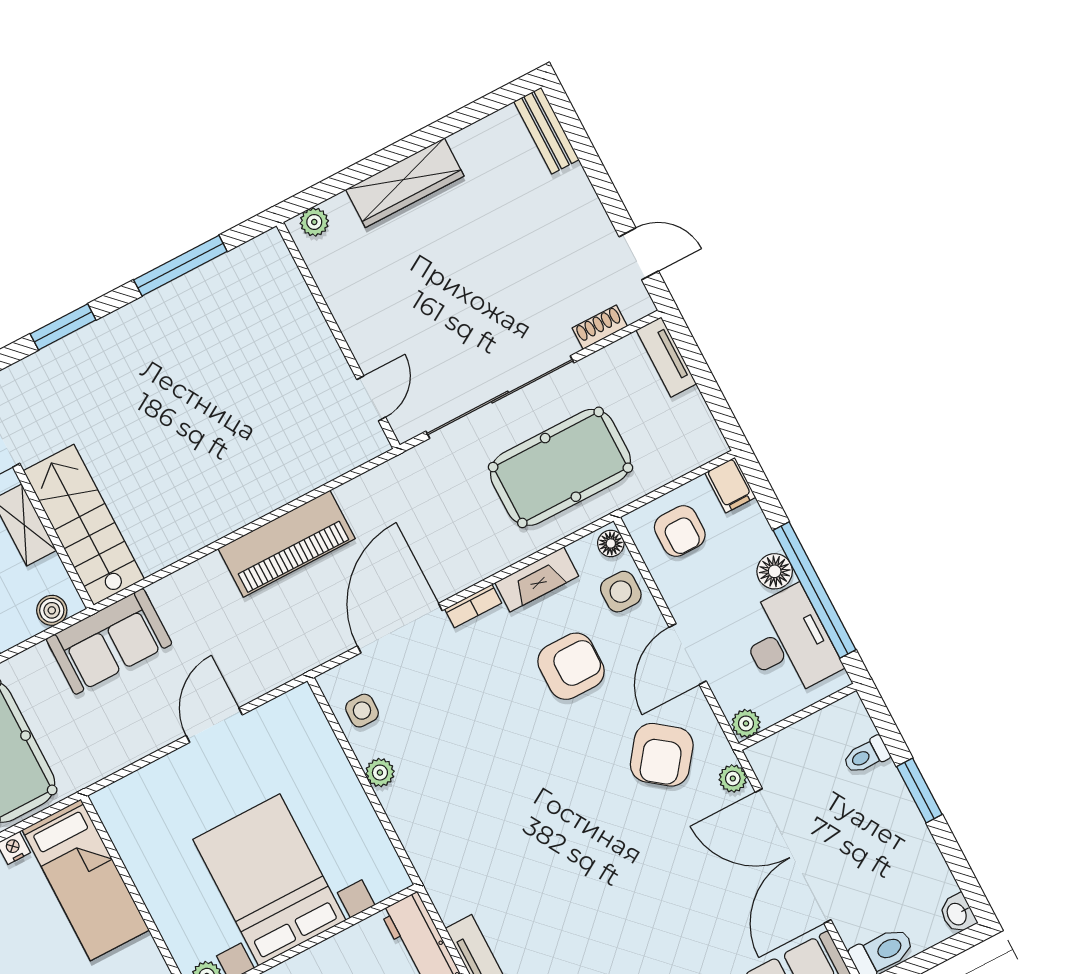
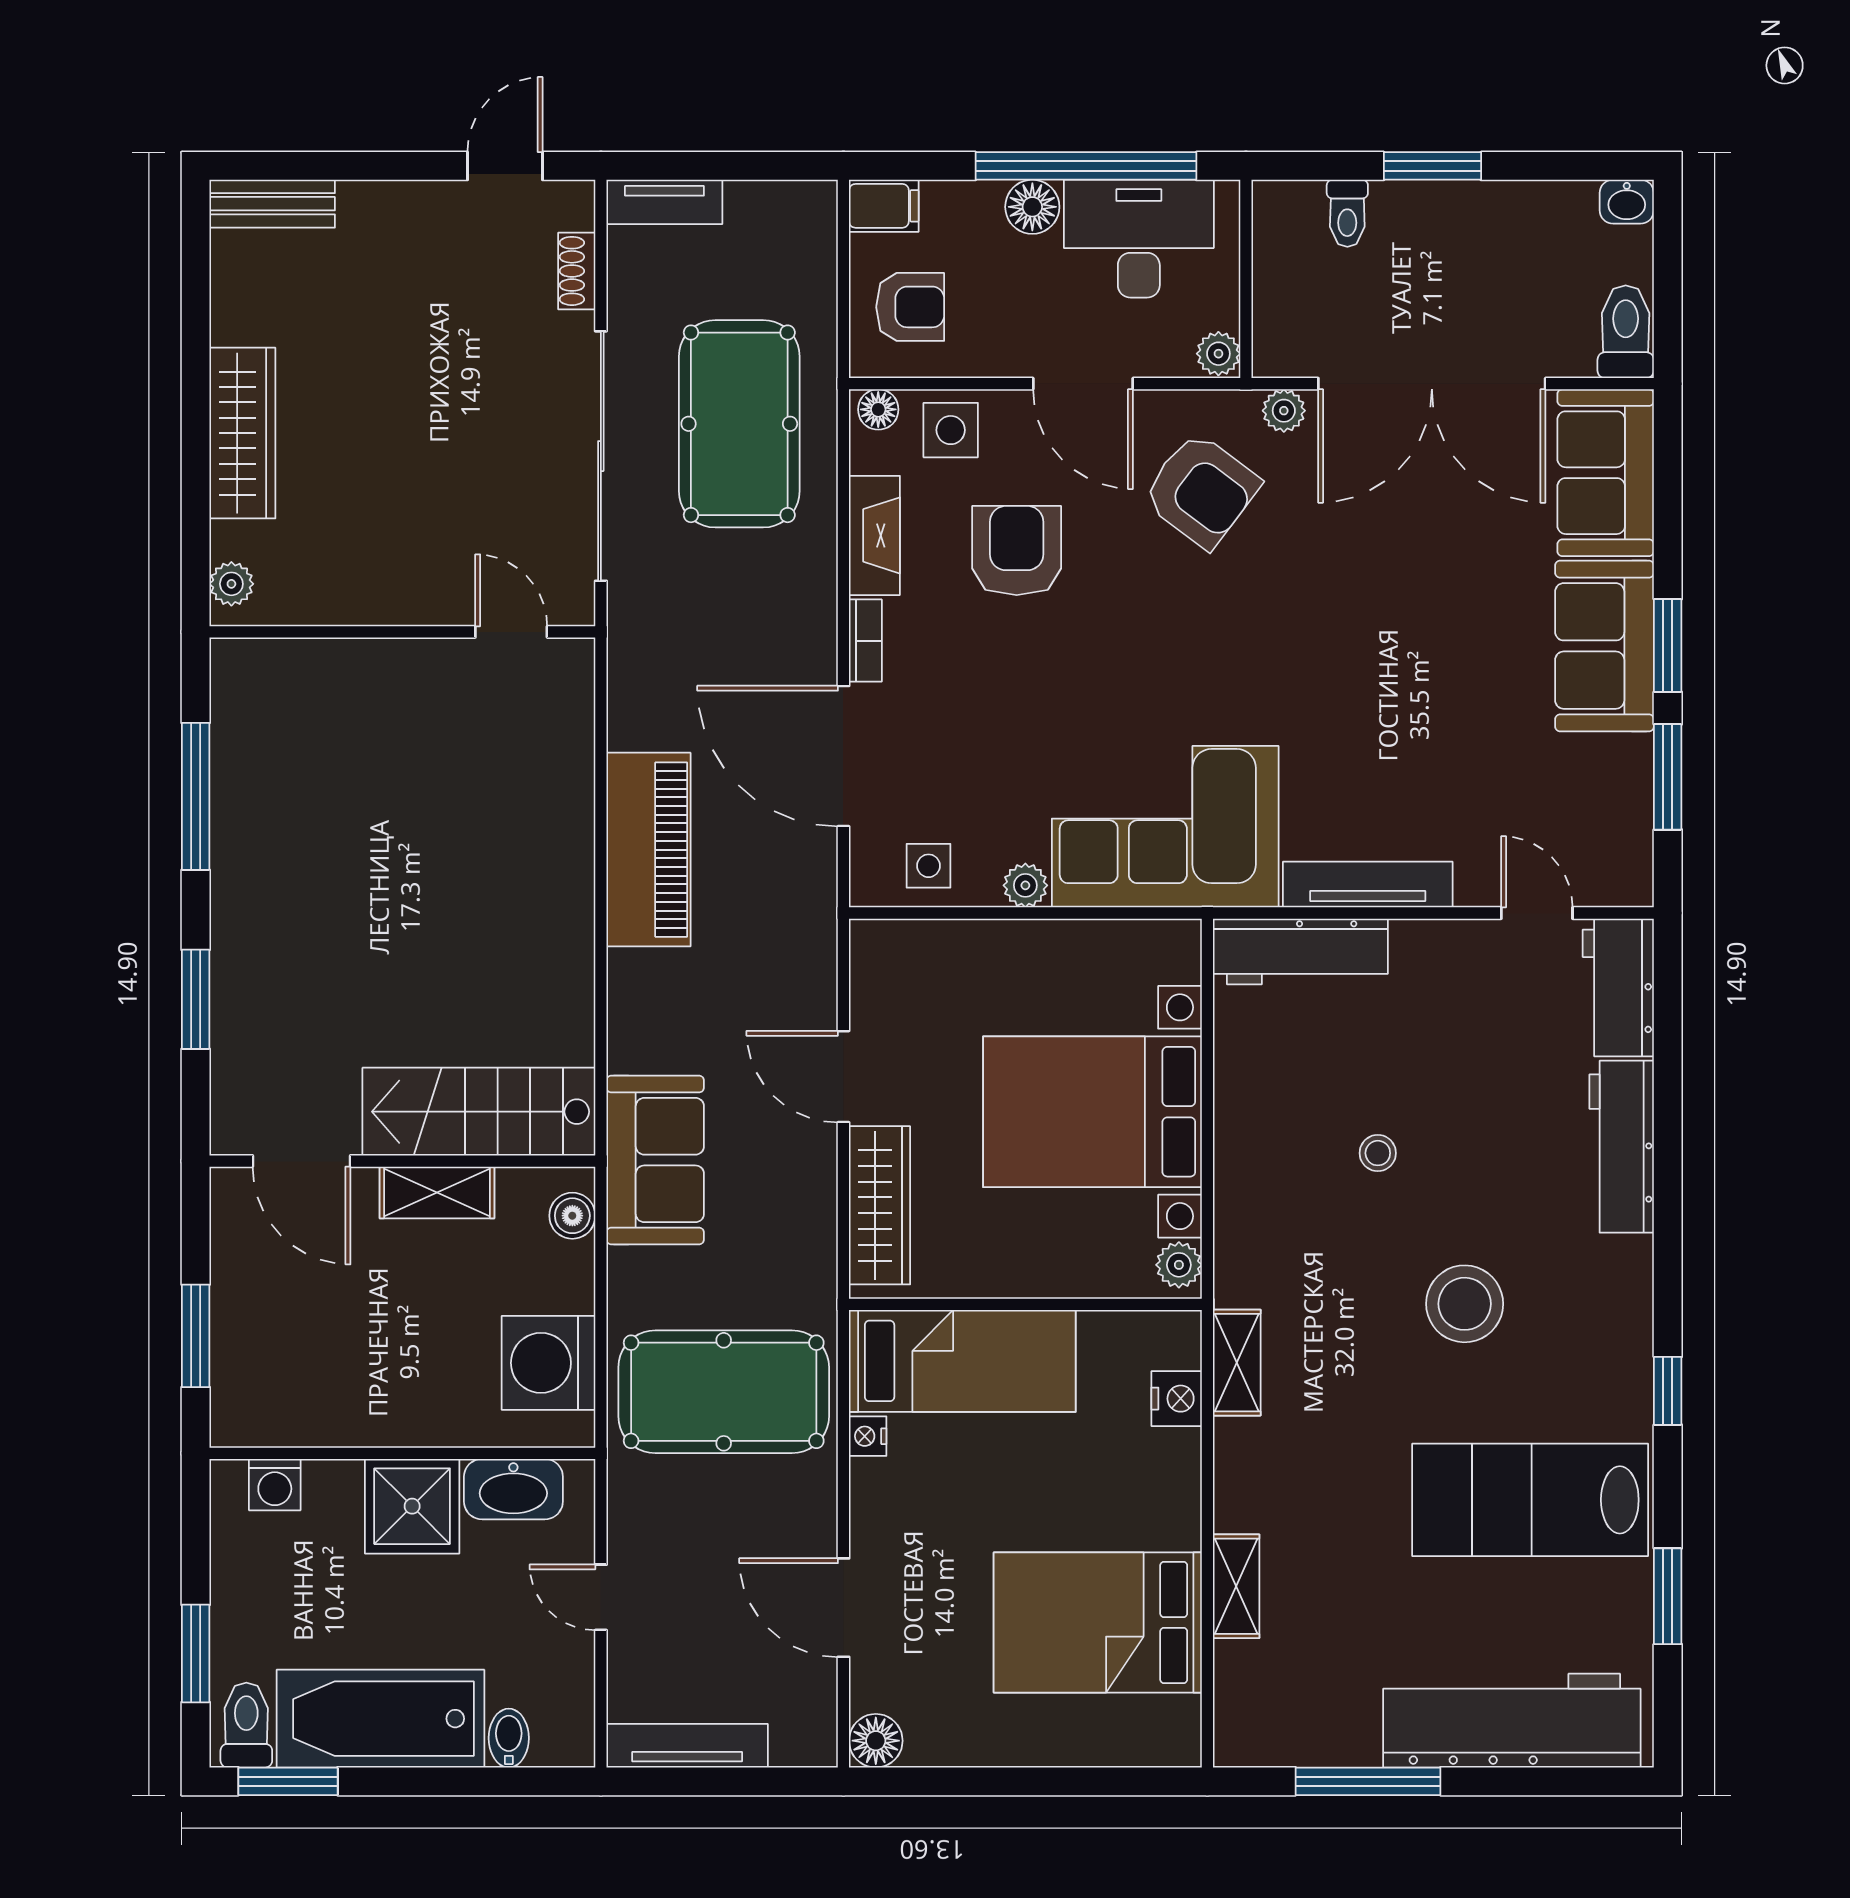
wardrobe: (151, 785) -> (880, 1205), added
corner sofa: (456, 836) -> (1165, 827), added

